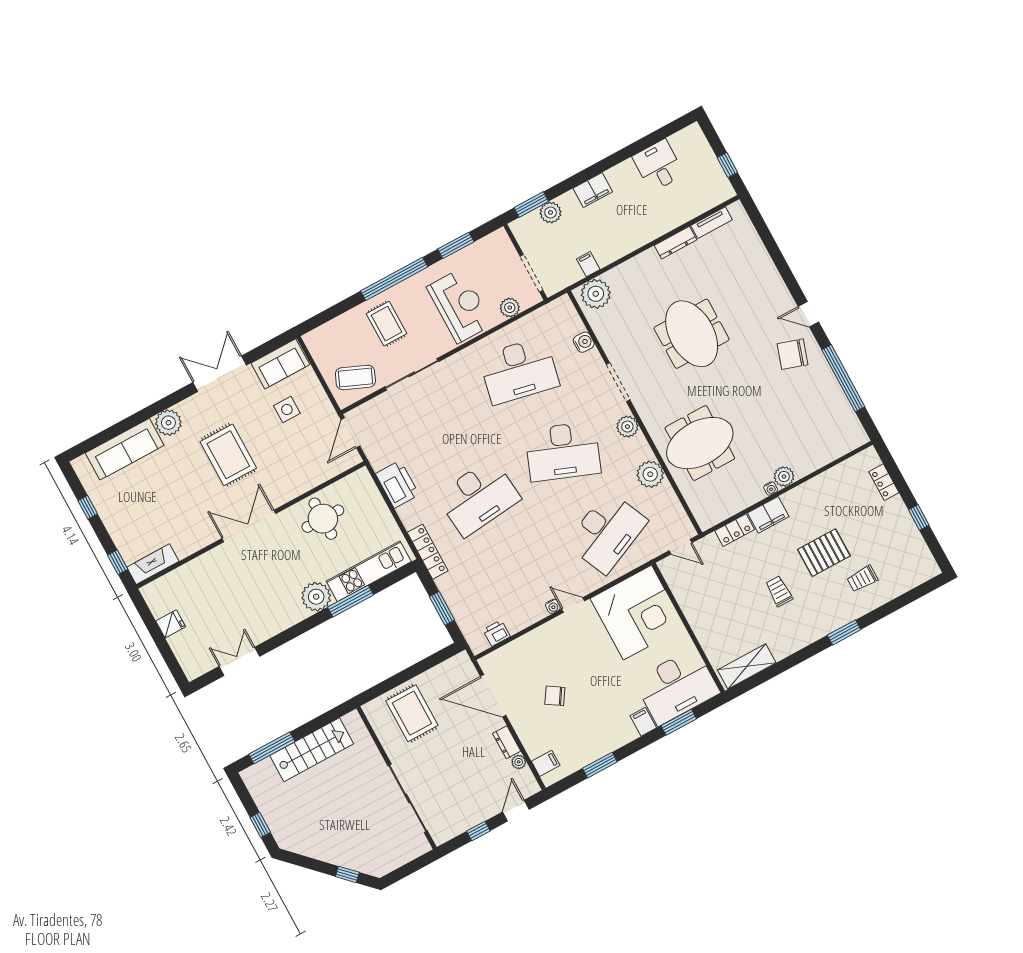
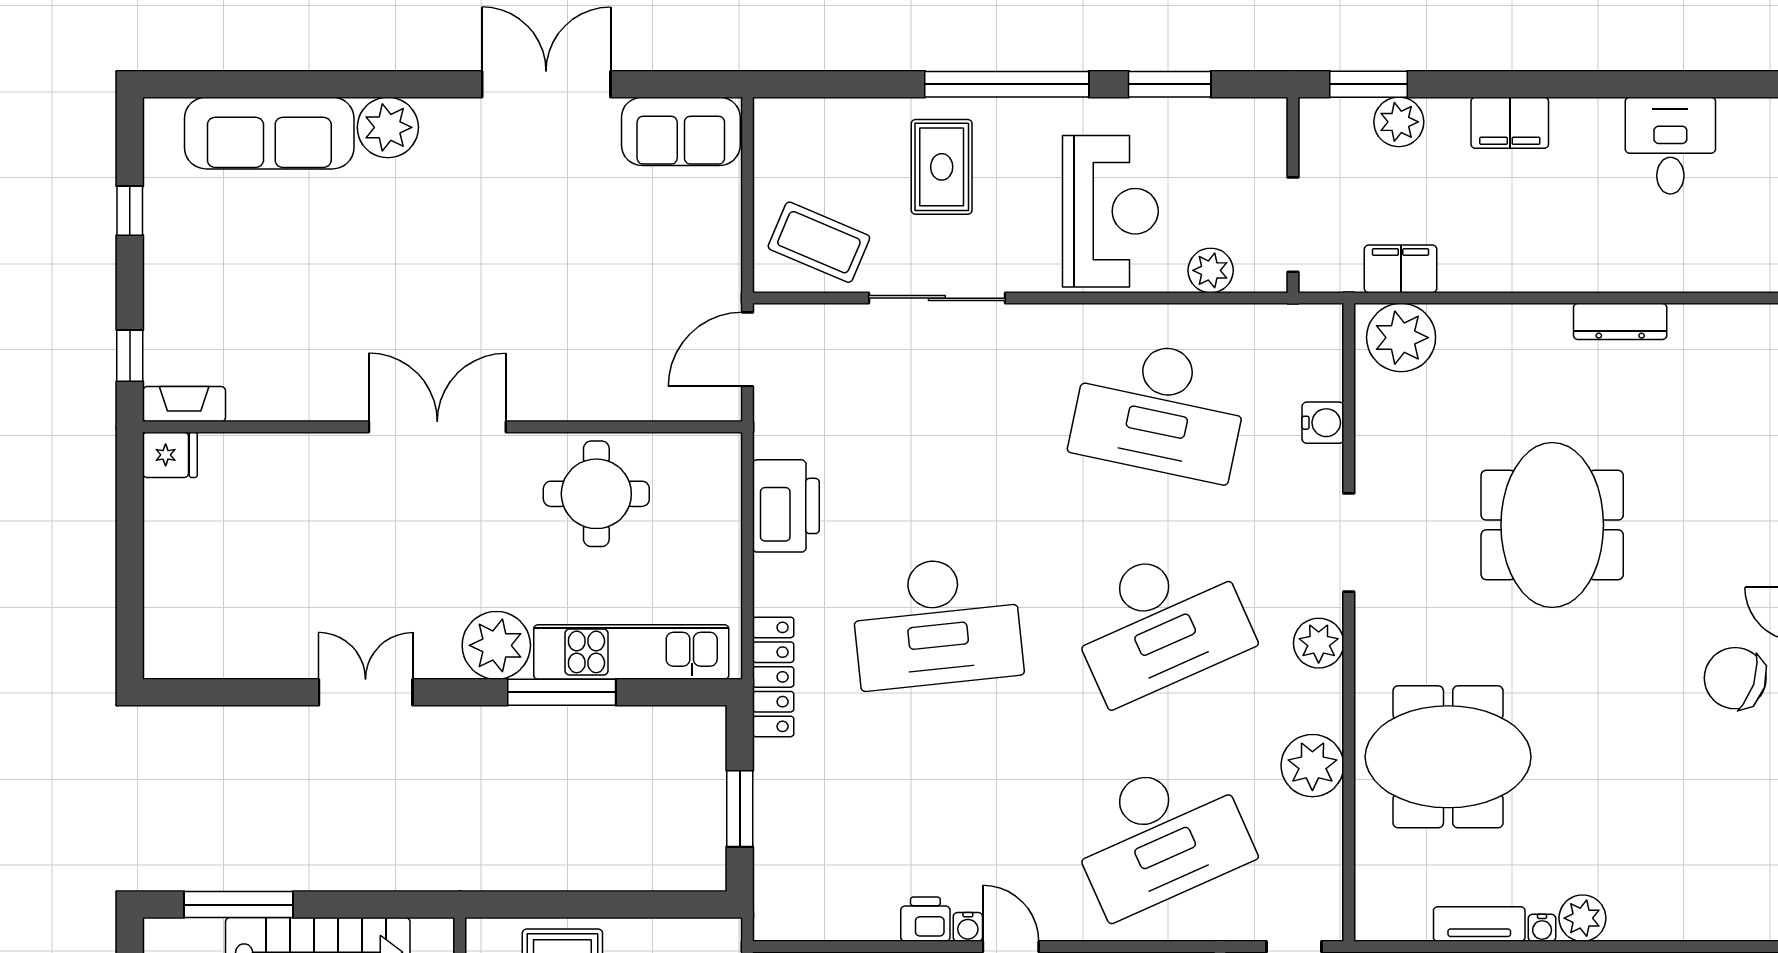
tv unit: (712, 223) -> (1479, 924), moved, turned 180
filing cabinet: (588, 264) -> (1401, 269), width x2.00
side table: (287, 410) -> (644, 232), removed
desk: (563, 451) -> (1160, 622), turned -45
rug: (228, 455) -> (474, 259), removed
fireplace: (153, 564) -> (184, 404), width x0.73, depth x0.76
fridge: (171, 624) -> (170, 455), moved
printer: (497, 633) -> (925, 919), moved
double door: (239, 661) -> (366, 692), moved

